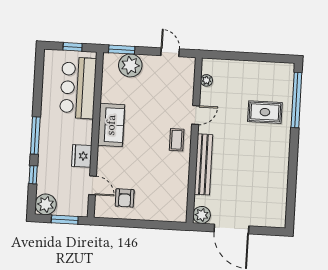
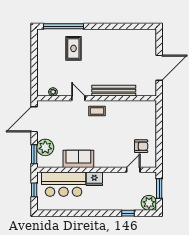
door: (170, 52) -> (34, 119), width x1.88
sofa: (111, 125) -> (78, 159), moved
window: (35, 136) -> (100, 213), removed
fridge: (82, 156) -> (94, 179), moved
plant: (202, 215) -> (150, 90), removed

